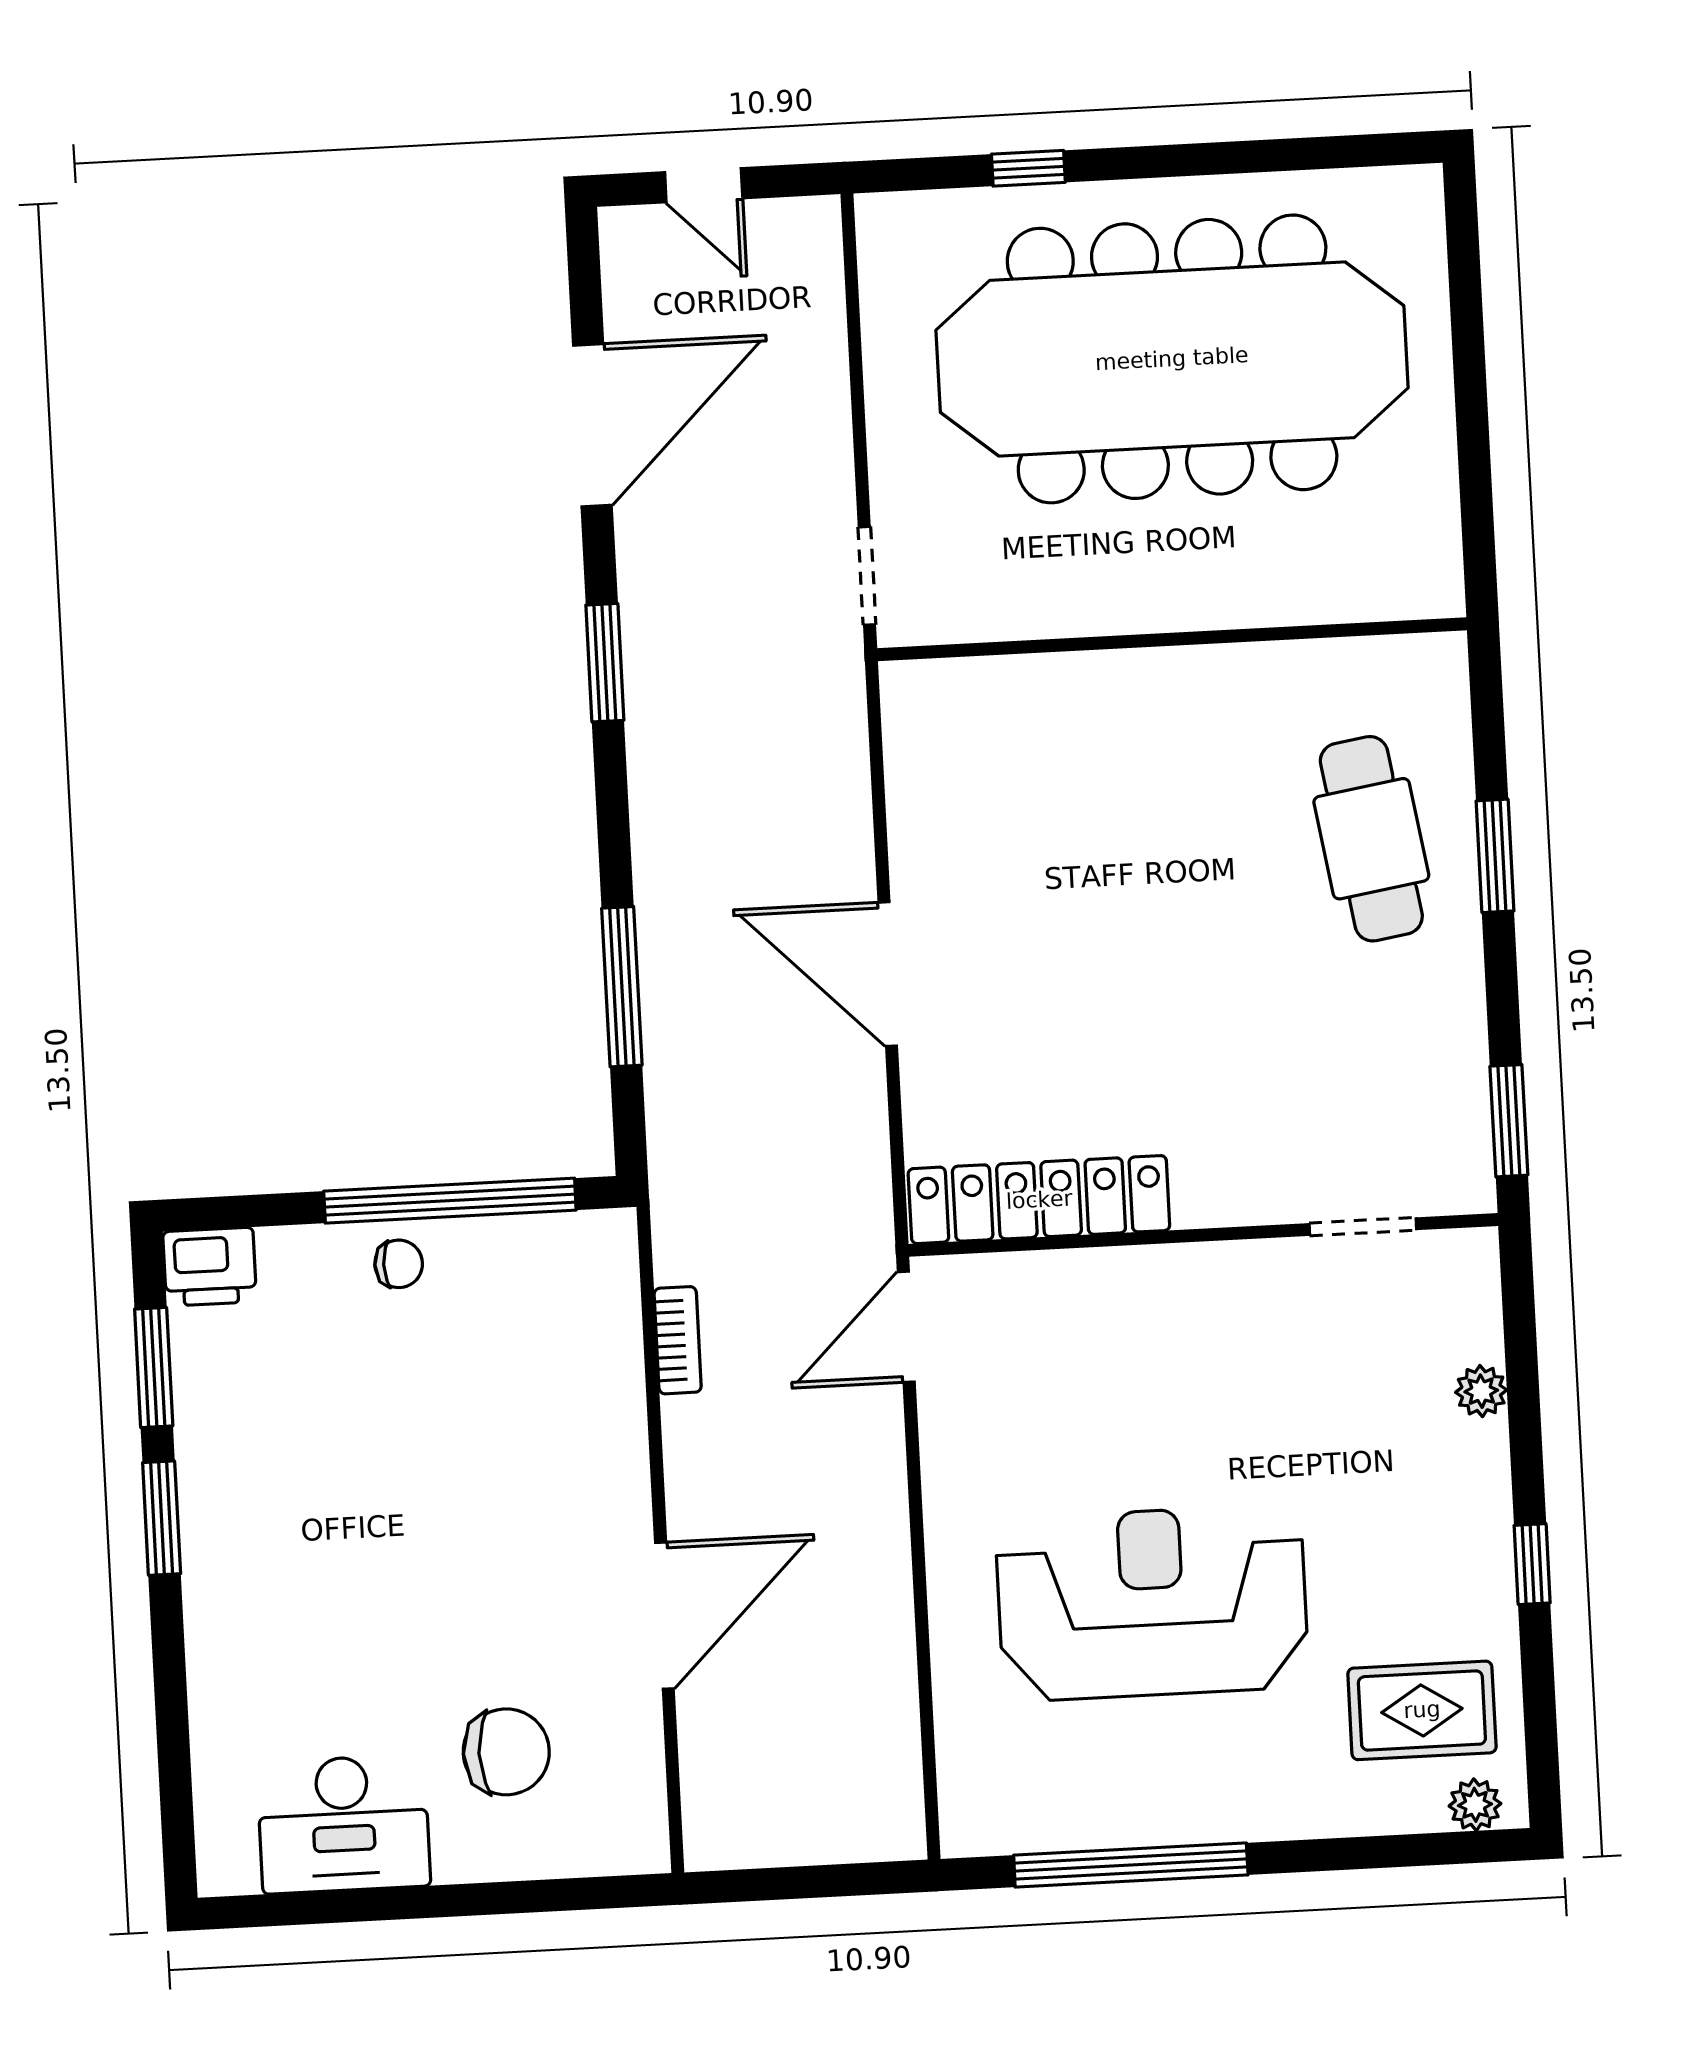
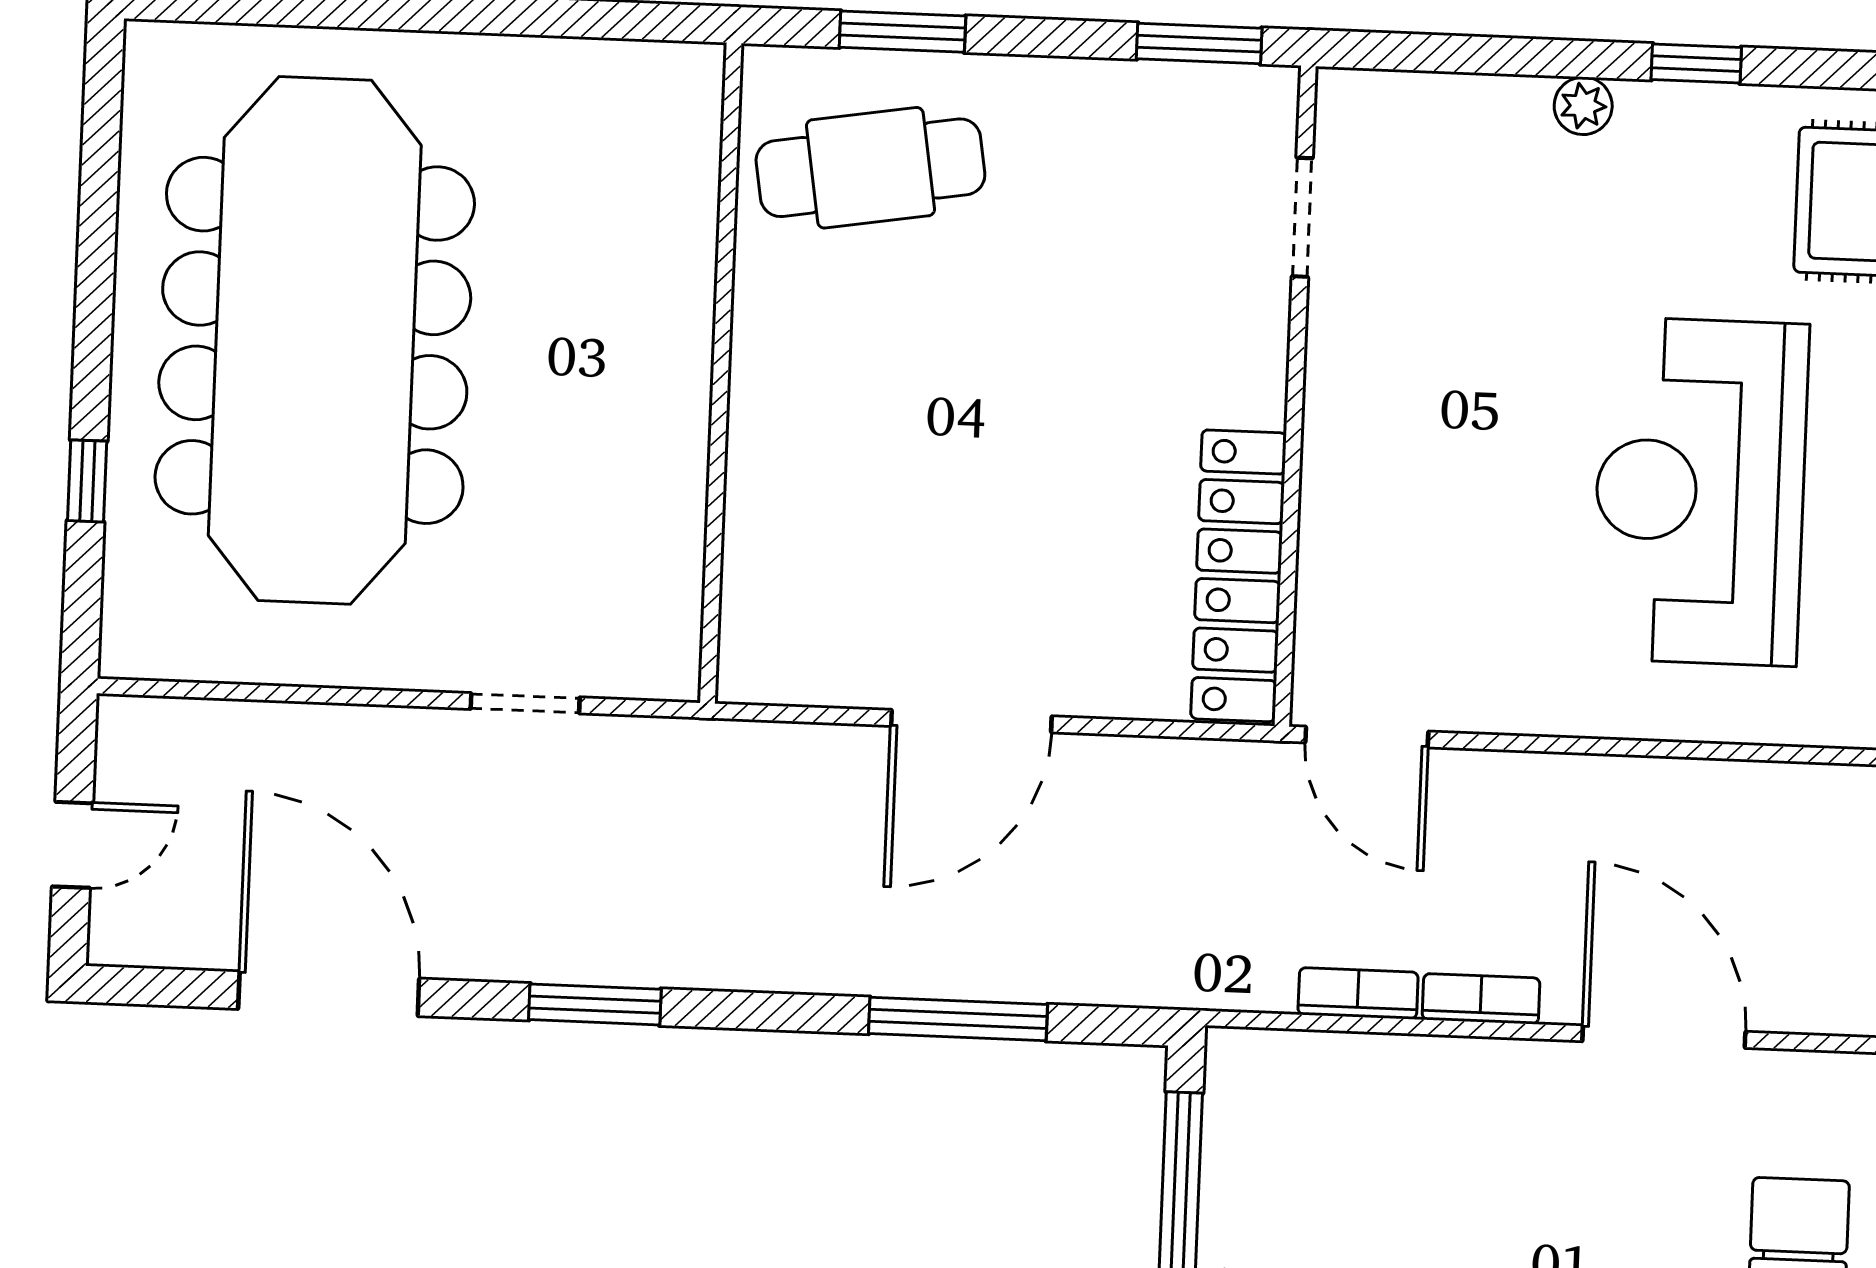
wall: (1172, 639) -> (721, 373), moved
plant: (1481, 1391) -> (1583, 106), moved
bookcase: (683, 1450) -> (1481, 999), added

